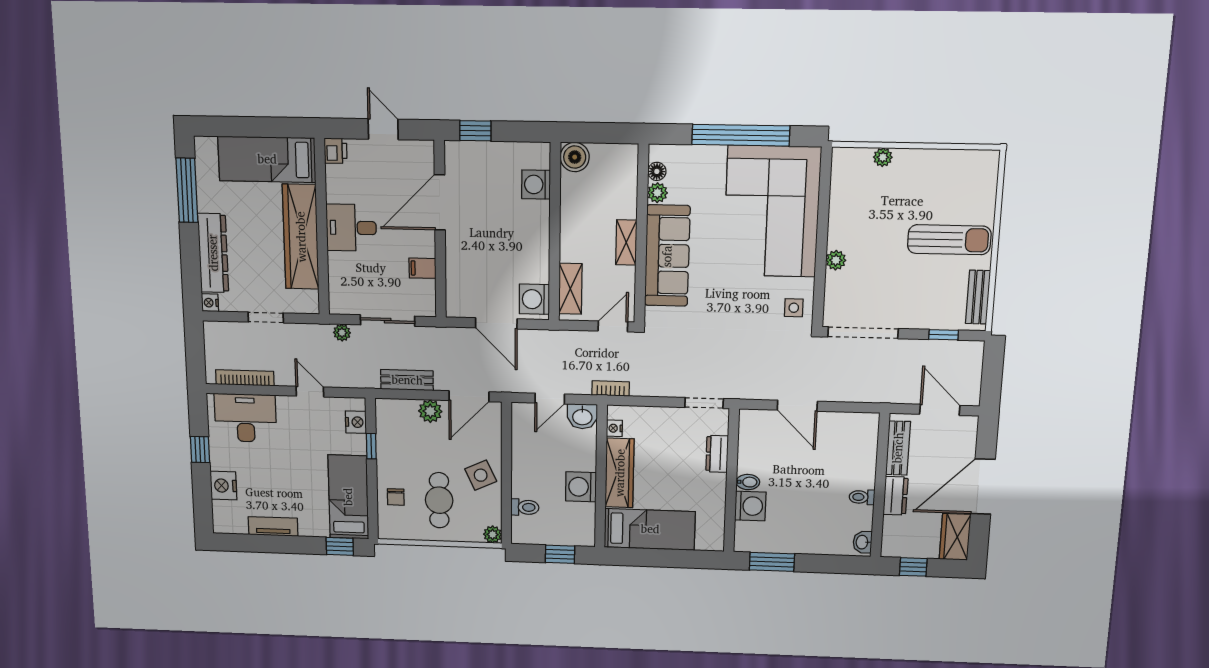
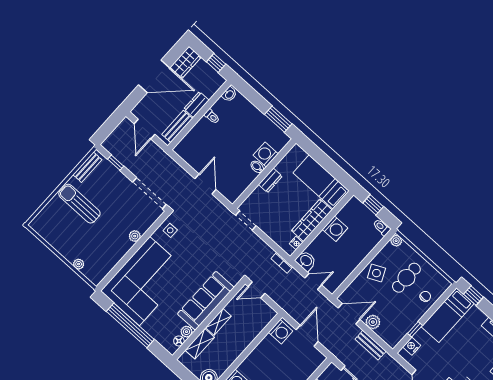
shelving: (570, 289) -> (200, 344), moved
dresser: (717, 454) -> (270, 180), moved
toilet: (525, 507) -> (382, 227), moved

